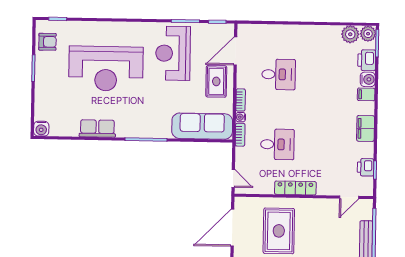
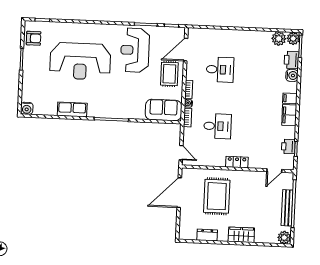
filing cabinet: (366, 94) -> (290, 98), moved
sofa: (202, 126) -> (163, 110), width x0.73
locker: (295, 188) -> (237, 162), width x0.66

